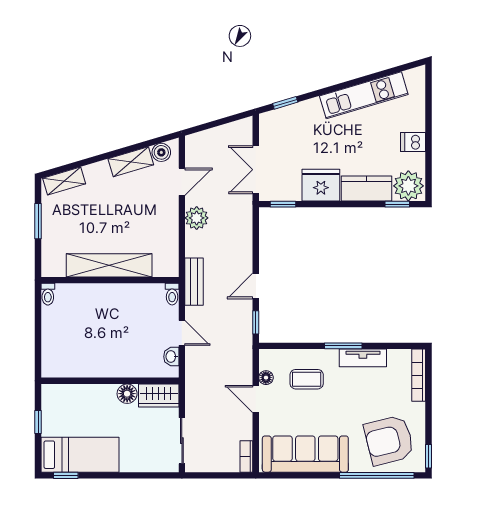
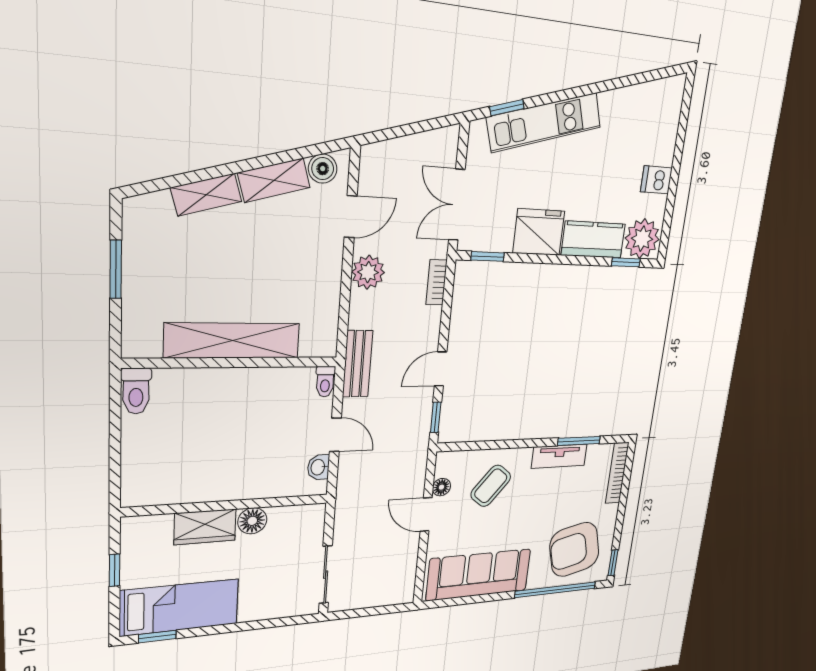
kitchen unit: (364, 95) -> (544, 122), moved
shelving: (64, 181) -> (206, 195), moved
toilet: (48, 294) -> (136, 391), width x1.37, depth x1.39
window: (343, 346) -> (579, 441), moved
coffee table: (307, 379) -> (491, 486), turned -51
wardrobe: (159, 396) -> (205, 527), moved
bookcase: (246, 456) -> (436, 282), moved

